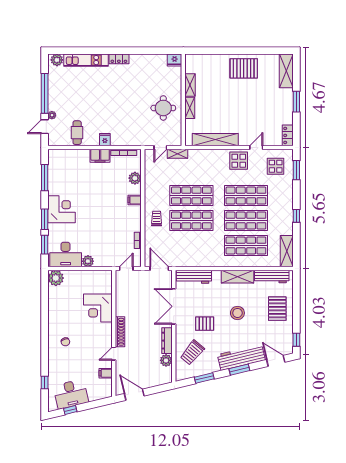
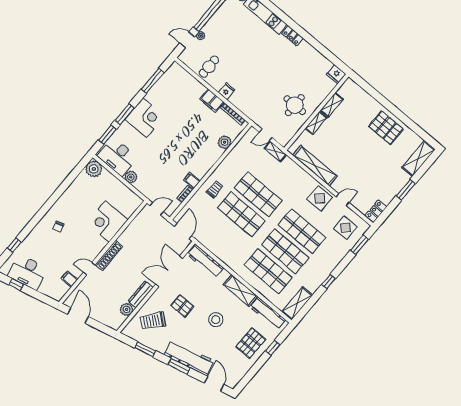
filing cabinet: (135, 200) -> (192, 181), moved
window: (296, 340) -> (273, 348), moved

